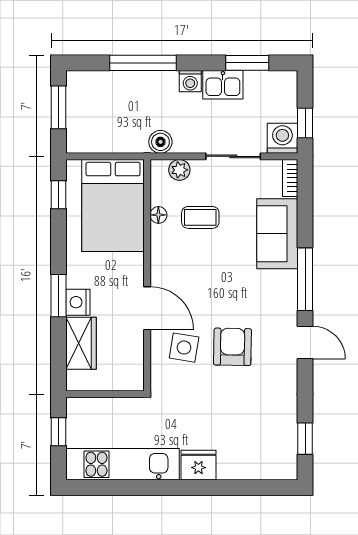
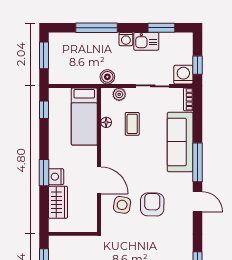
bed: (113, 206) -> (84, 116), width x0.67
coffee table: (200, 217) -> (132, 124), turned 90
sofa: (277, 234) -> (180, 142), width x1.36

